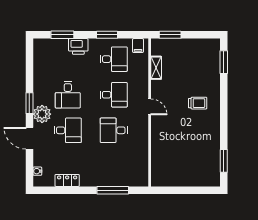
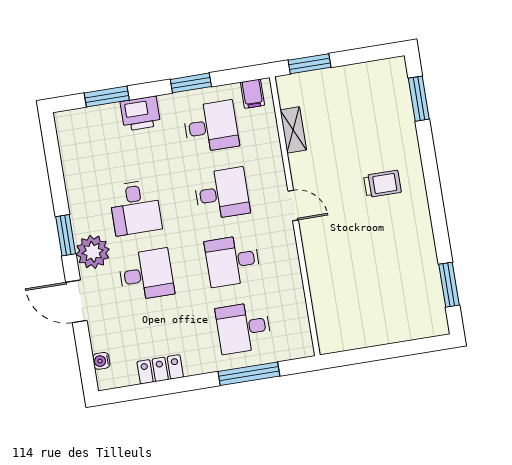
desk: (114, 166) -> (243, 328), added

